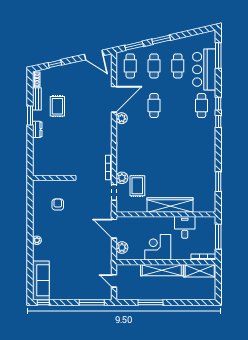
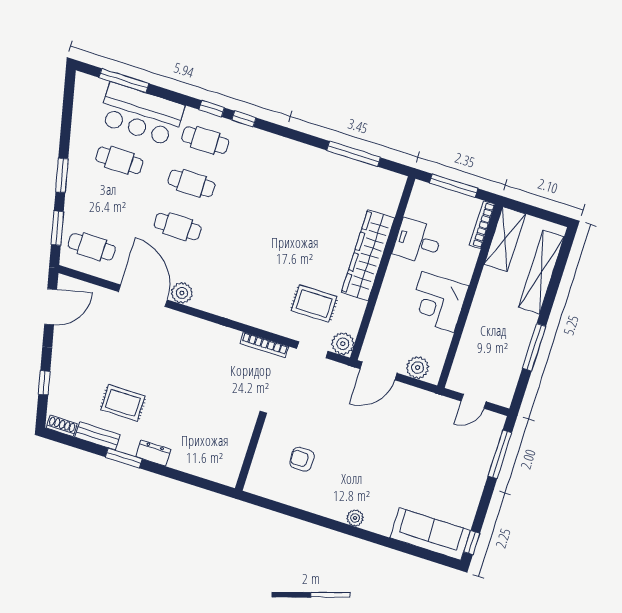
cafe table: (154, 66) -> (191, 183), moved
plant: (122, 178) -> (343, 344), moved
window: (218, 182) -> (354, 154), width x1.44
shelving: (162, 270) -> (541, 272), moved

